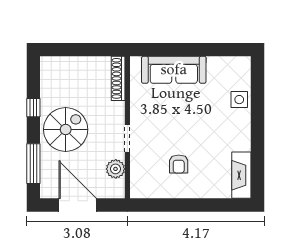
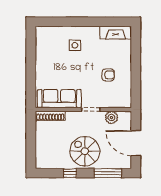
sofa: (174, 70) -> (59, 99), moved, turned -90
side table: (239, 100) -> (75, 45), moved
door: (78, 205) -> (136, 143), hinge flipped

